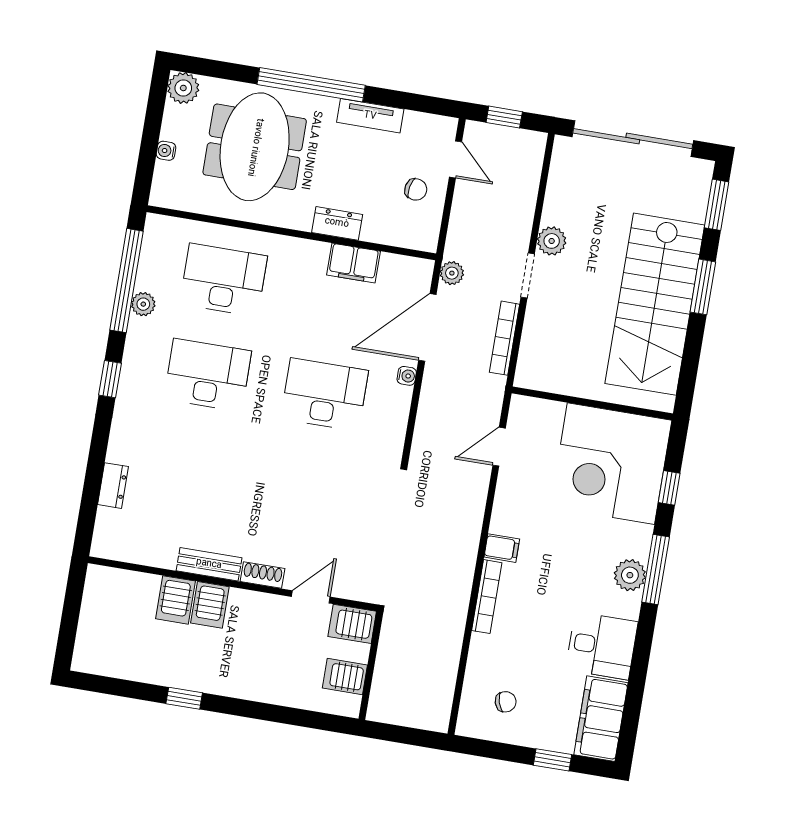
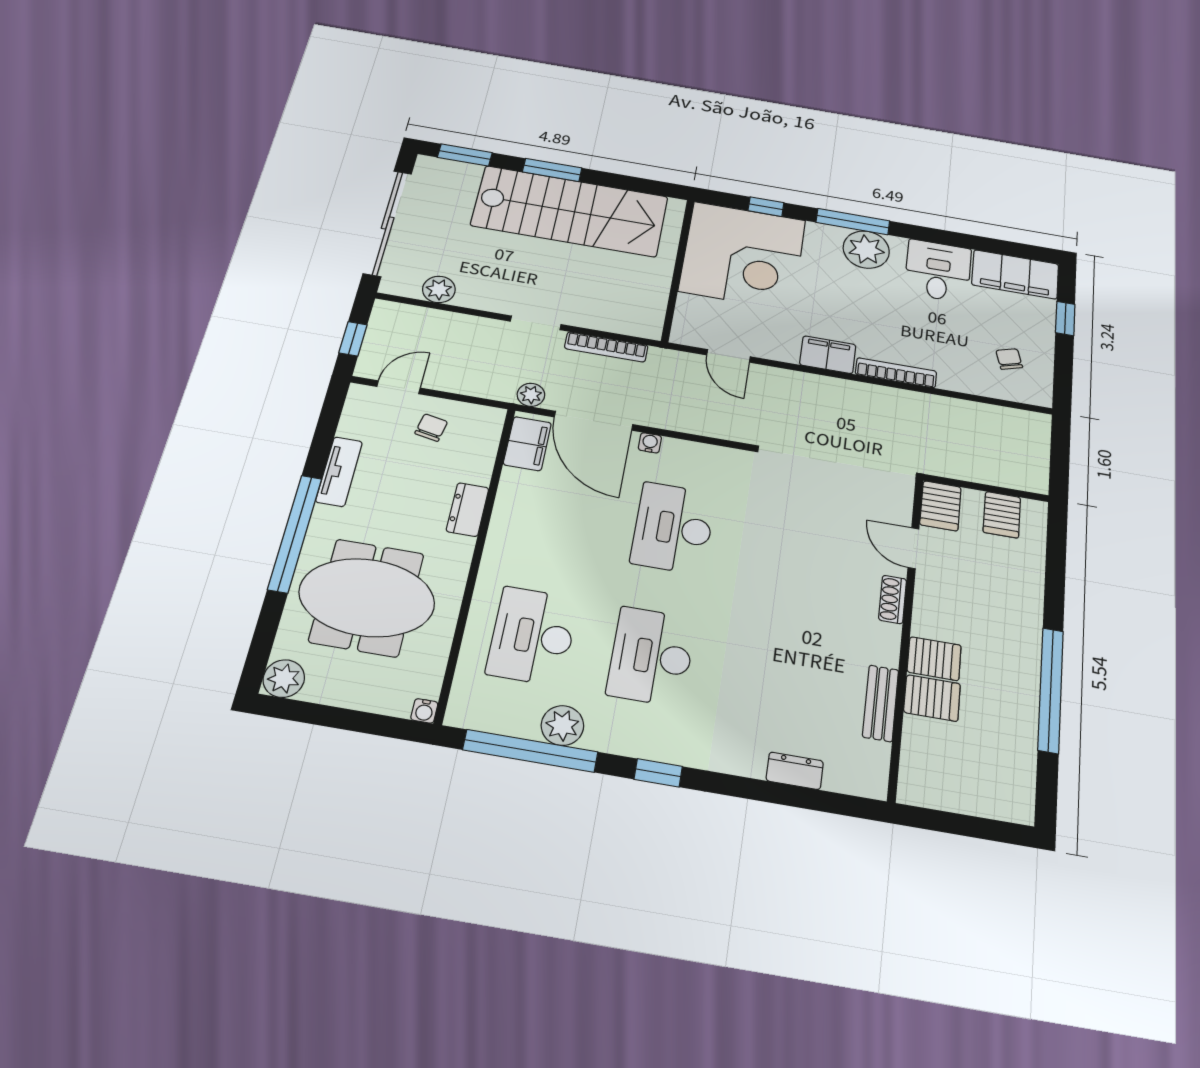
water cooler: (166, 151) -> (424, 711), moved
plant: (552, 241) -> (439, 289), moved
filing cabinet: (354, 263) -> (527, 444), moved
plant: (143, 304) -> (562, 725), width x1.38, depth x1.38
filing cabinet: (502, 548) -> (828, 355), width x2.00
bench: (209, 564) -> (881, 703), moved
plant: (630, 575) -> (866, 250), width x1.36, depth x1.36
window: (184, 698) -> (1051, 690), width x3.17

